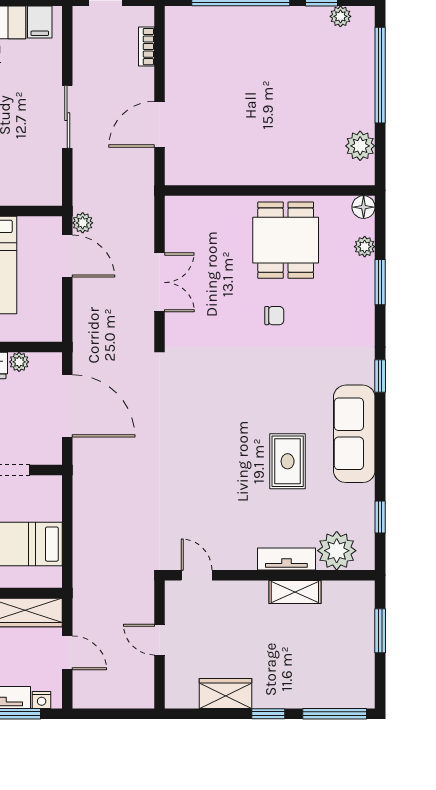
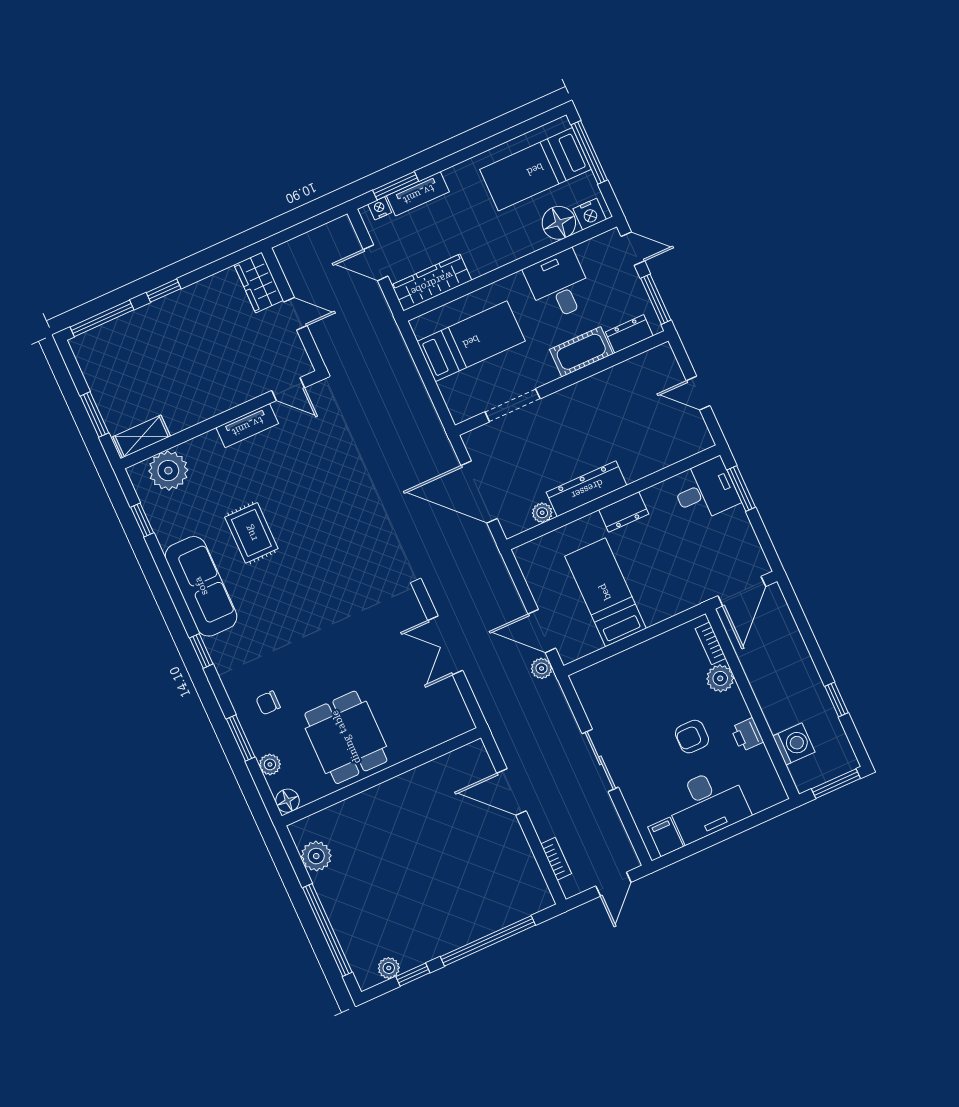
door: (160, 124) -> (511, 792), swing flipped
chair: (274, 316) -> (268, 703), moved
tv unit: (286, 559) -> (247, 426), moved
shelving: (295, 592) -> (142, 436), moved
wardrobe: (226, 693) -> (259, 283), moved, turned 90

